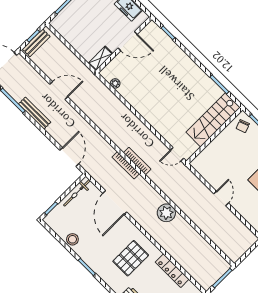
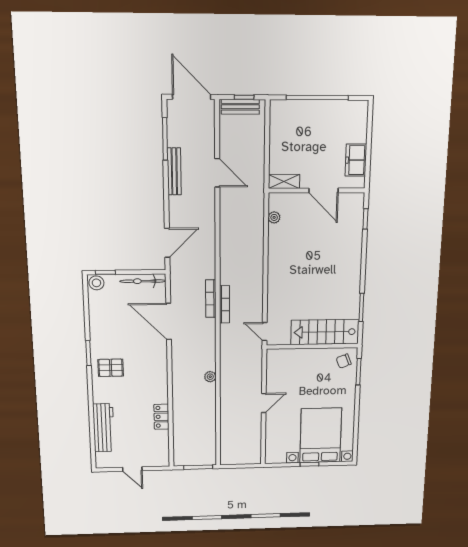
door: (115, 203) -> (169, 321), hinge flipped
plant: (166, 213) -> (210, 377), width x0.53, depth x0.53
stool: (72, 239) -> (96, 283), moved
pallet: (131, 258) -> (111, 368), moved, width x0.67, depth x0.71
locker: (172, 271) -> (161, 417), width x0.66

